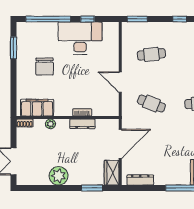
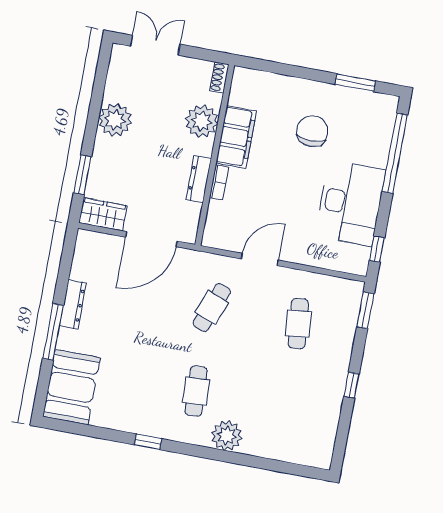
window: (87, 19) -> (377, 249), moved
chair: (45, 67) -> (312, 131), turned 90
filing cabinet: (37, 108) -> (236, 137), moved
plant: (50, 124) -> (202, 121), width x1.88, depth x1.88
door: (120, 144) -> (151, 239), hinge flipped
dresser: (140, 180) -> (73, 304), moved

